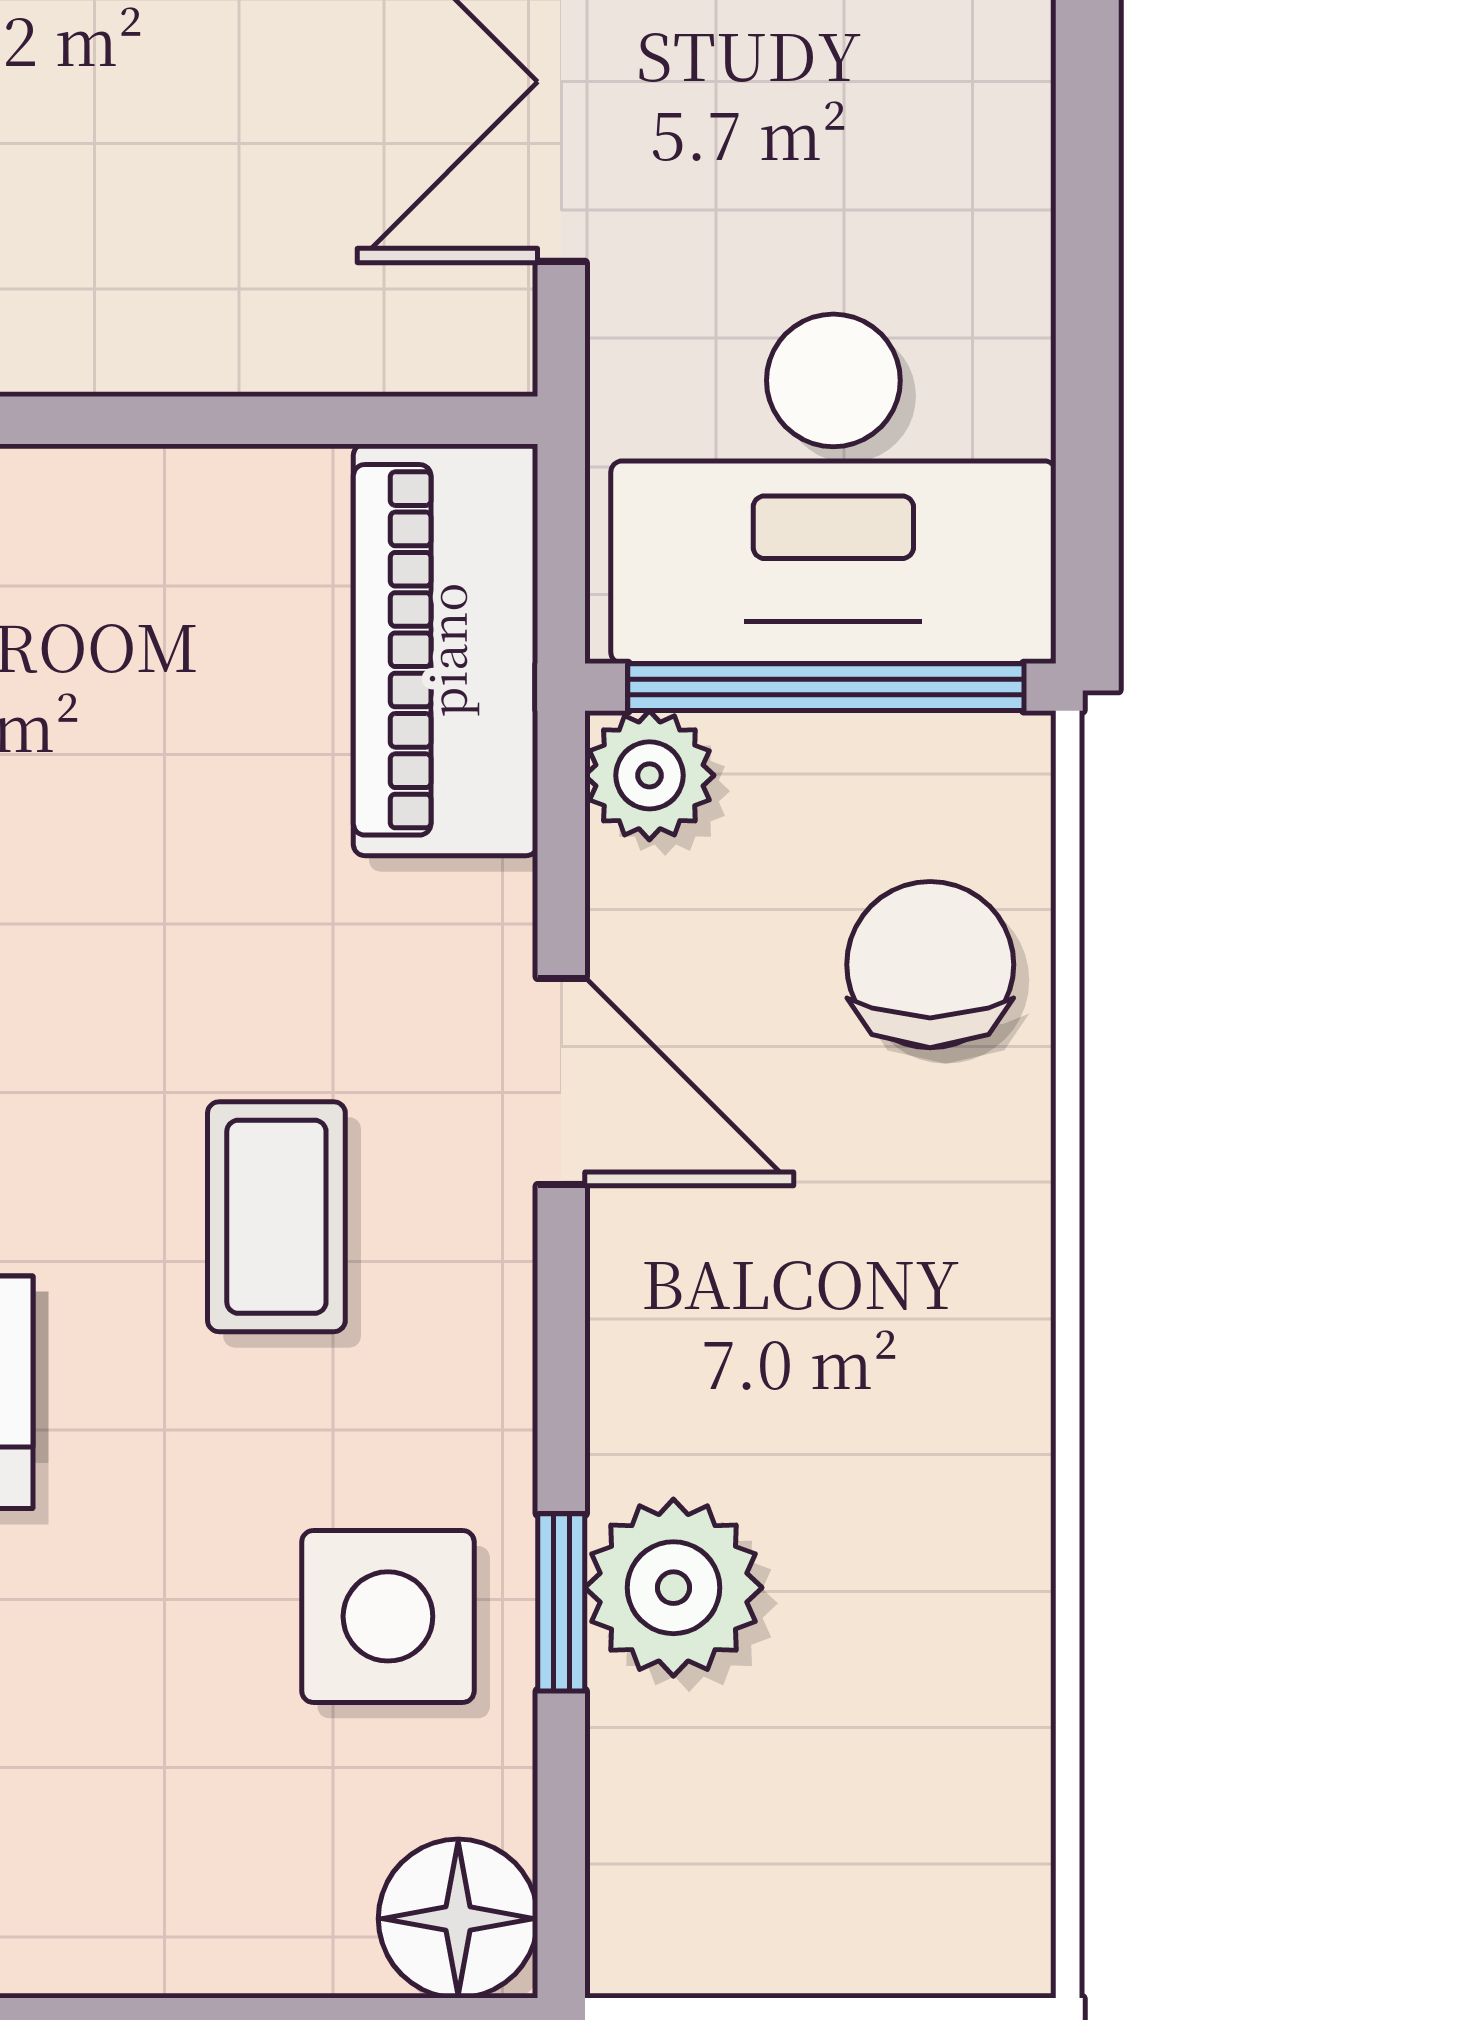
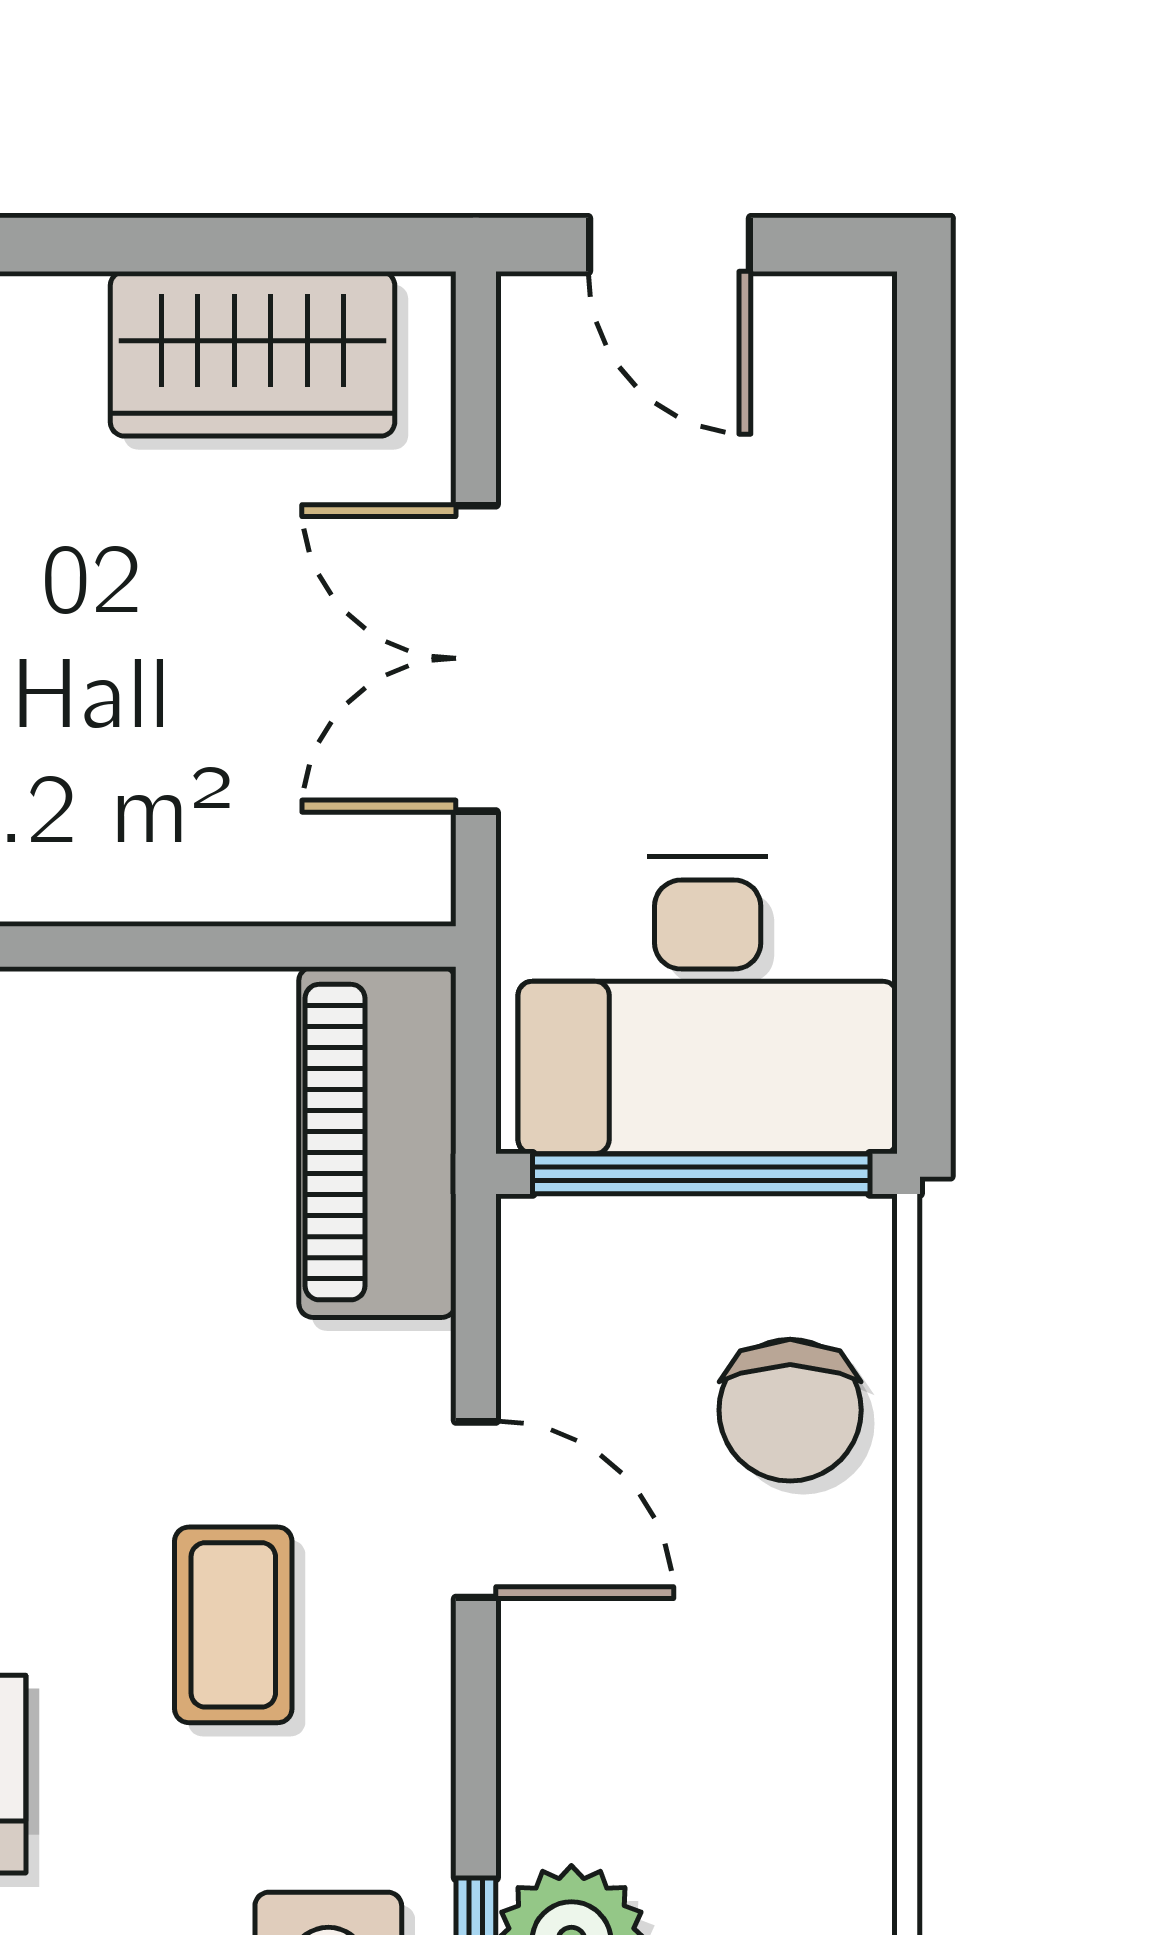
plant: (649, 775) -> (551, 1249), removed
chair: (930, 965) -> (790, 1410), turned 180

